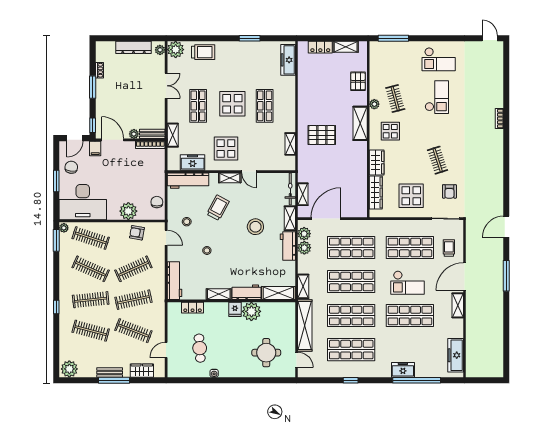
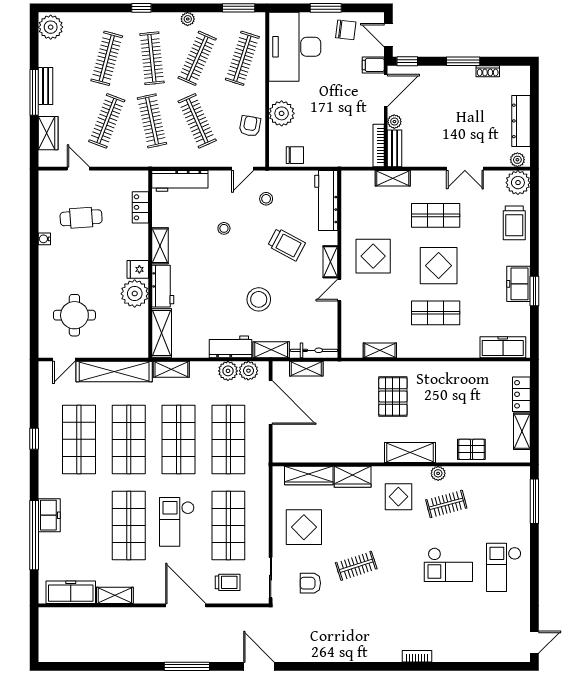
freezer: (193, 163) -> (519, 284), moved, turned 180
plant: (64, 228) -> (188, 19), moved
shelving: (458, 305) -> (115, 595), moved

